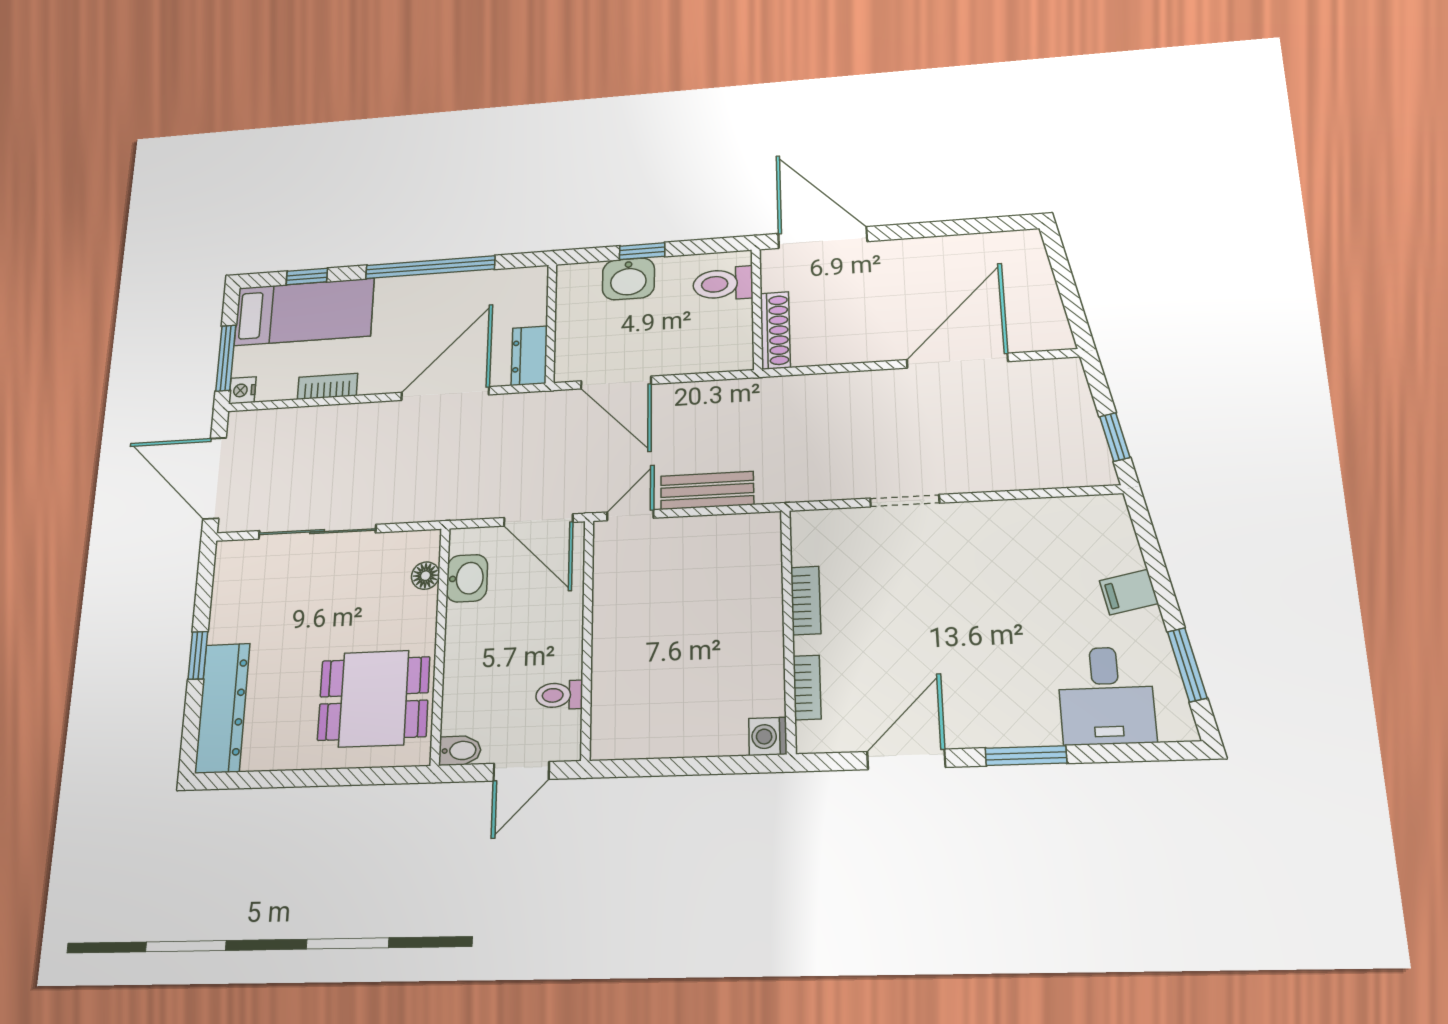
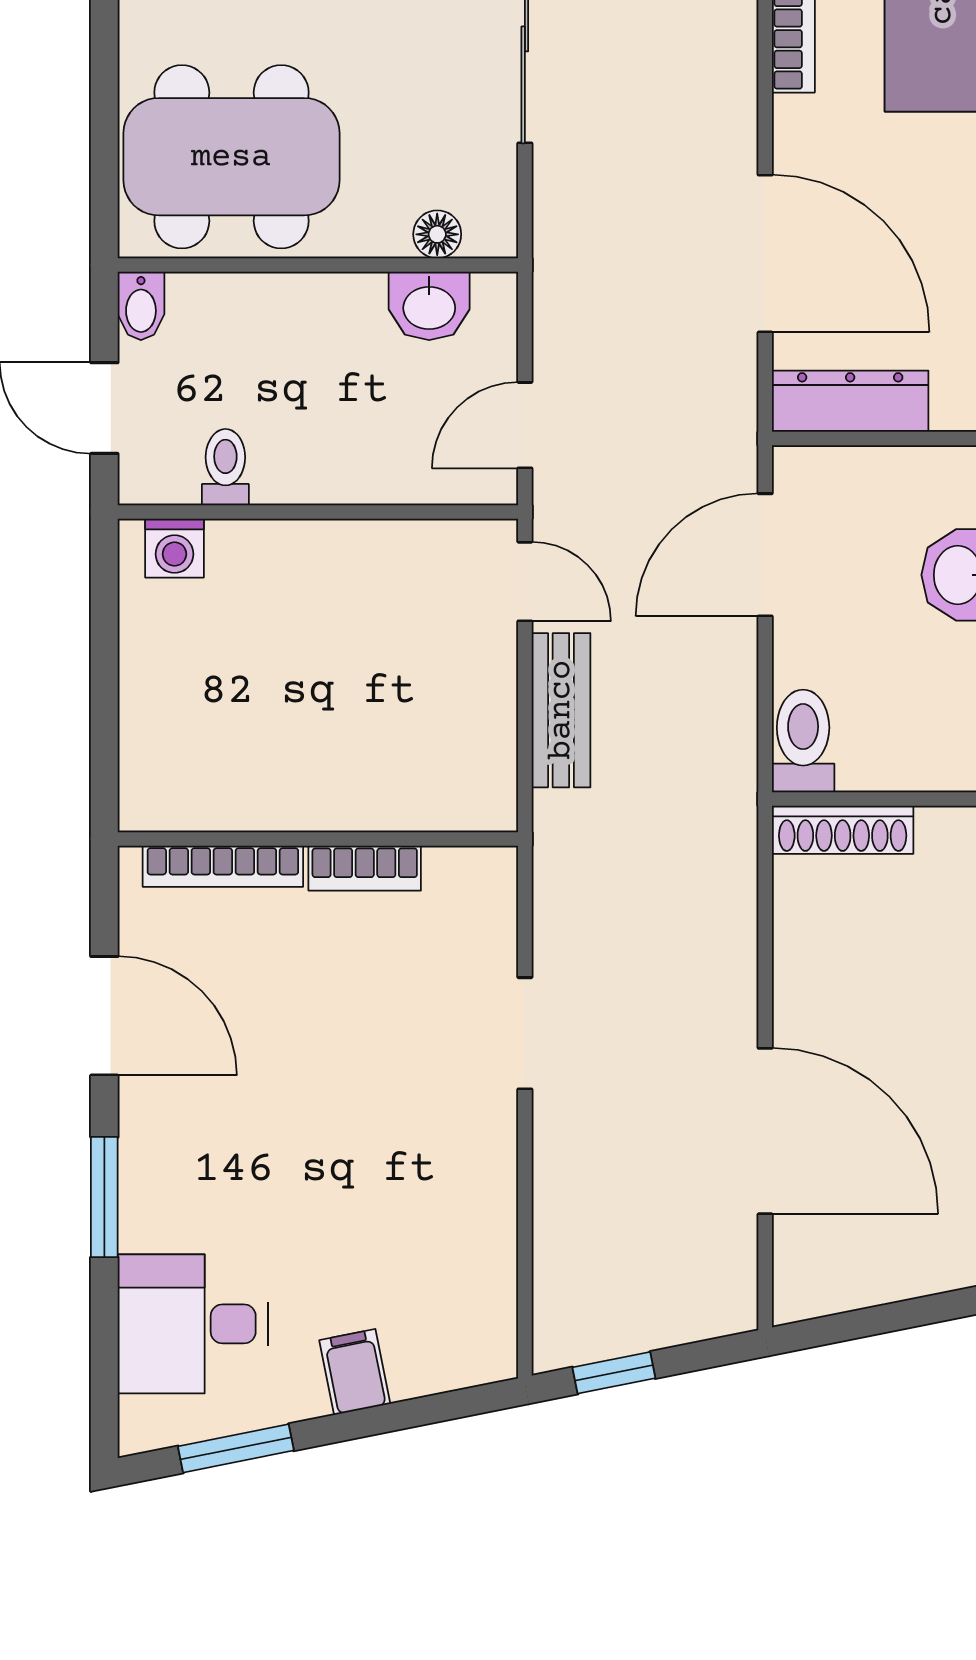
toilet: (723, 284) -> (803, 741), moved
dresser: (529, 356) -> (850, 401), width x1.44
door: (538, 520) -> (525, 425), width x0.73
bookcase: (807, 687) -> (223, 866), width x1.56
dining table: (374, 698) -> (231, 157), width x1.37
washing machine: (768, 736) -> (174, 548), moved, turned 180

